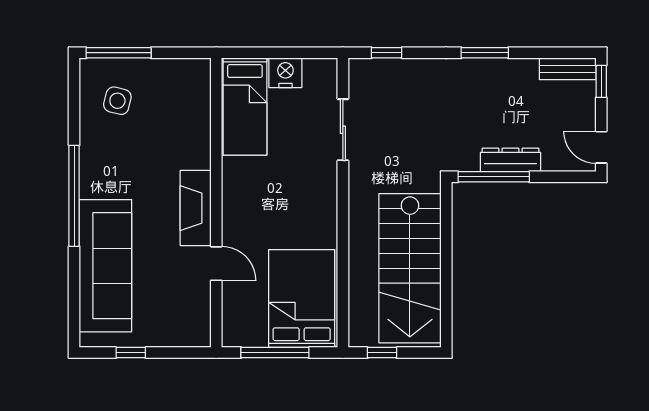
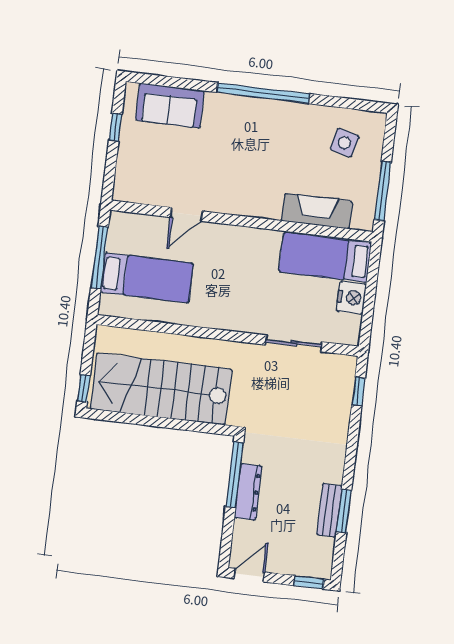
window: (119, 53) -> (383, 191), moved
window: (485, 53) -> (344, 511), moved
bench: (568, 69) -> (329, 510), moved
fireplace: (196, 208) -> (317, 211), moved
sofa: (105, 266) -> (170, 105), width x0.54, depth x0.79
bed: (302, 298) -> (147, 278), width x0.67
window: (382, 353) -> (84, 388), moved

